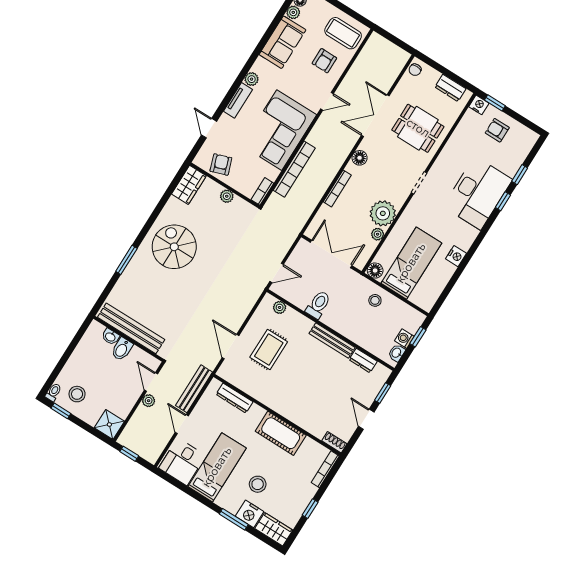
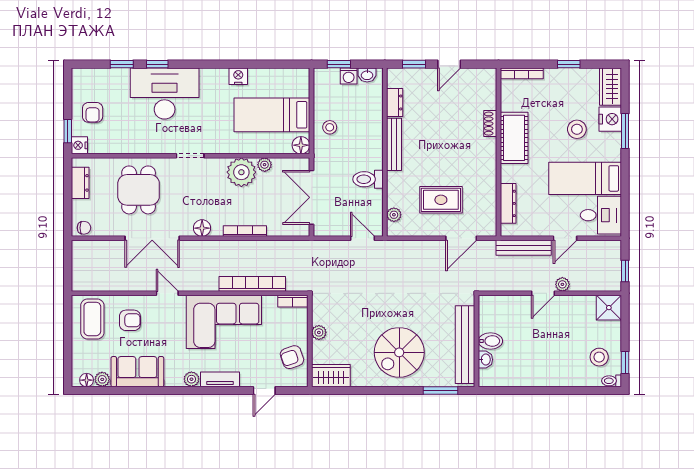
bench: (131, 328) -> (465, 345), moved
washbasin: (110, 337) -> (485, 360), moved
wall: (128, 339) -> (477, 341), moved
bidet: (122, 349) -> (490, 341), moved
shoe rack: (334, 442) -> (490, 124), moved

